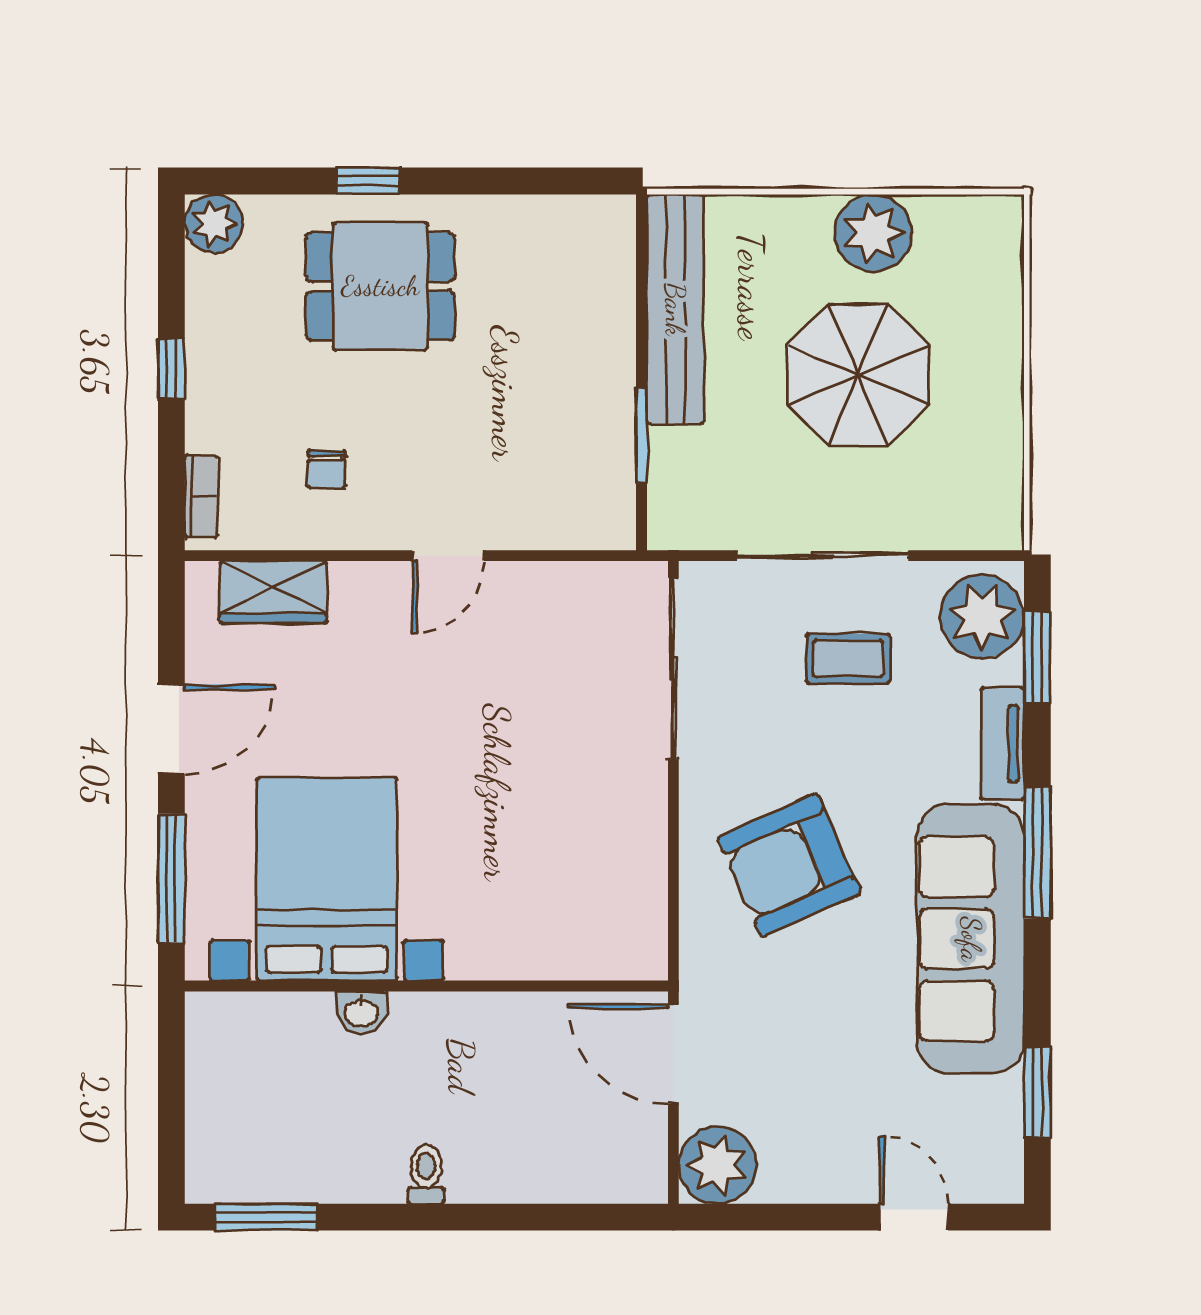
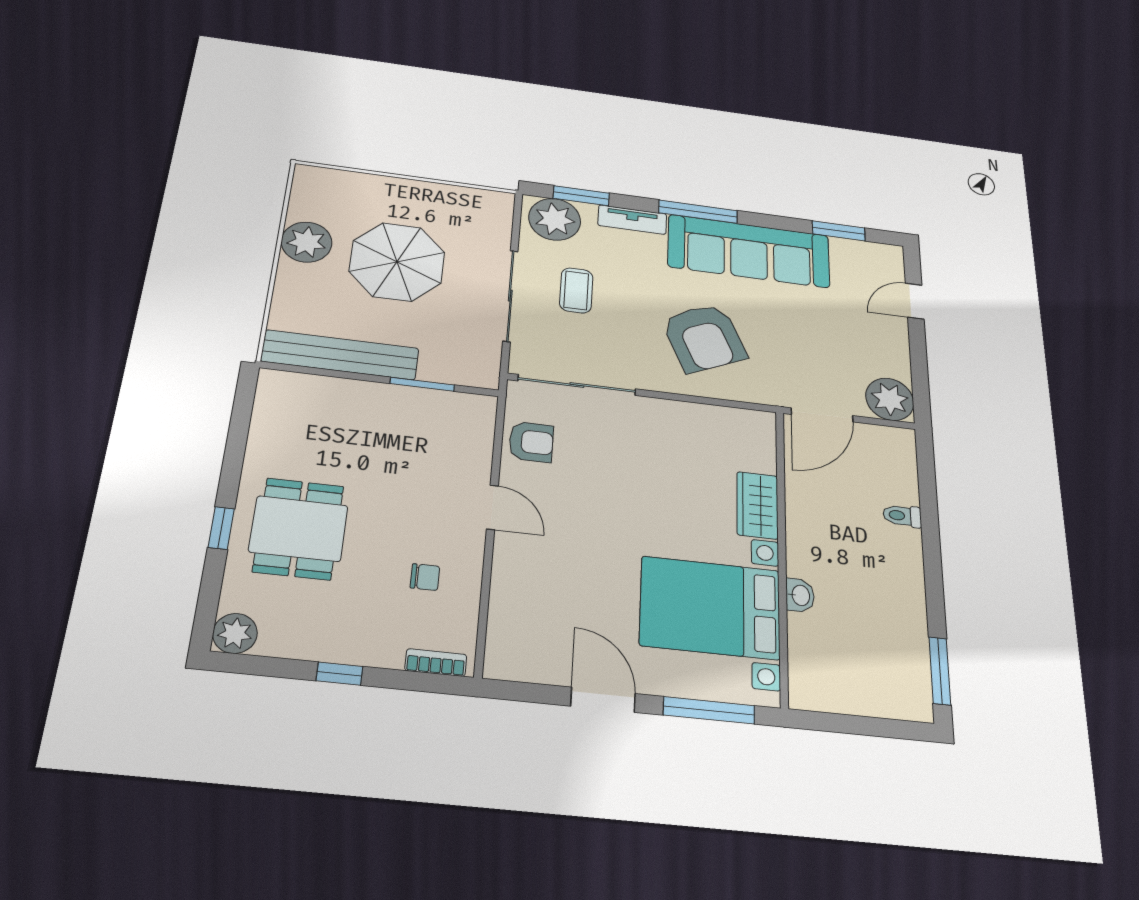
wardrobe: (273, 592) -> (757, 505), moved, turned 180
armchair: (564, 605) -> (531, 442), added
toilet: (426, 1174) -> (902, 516), moved

